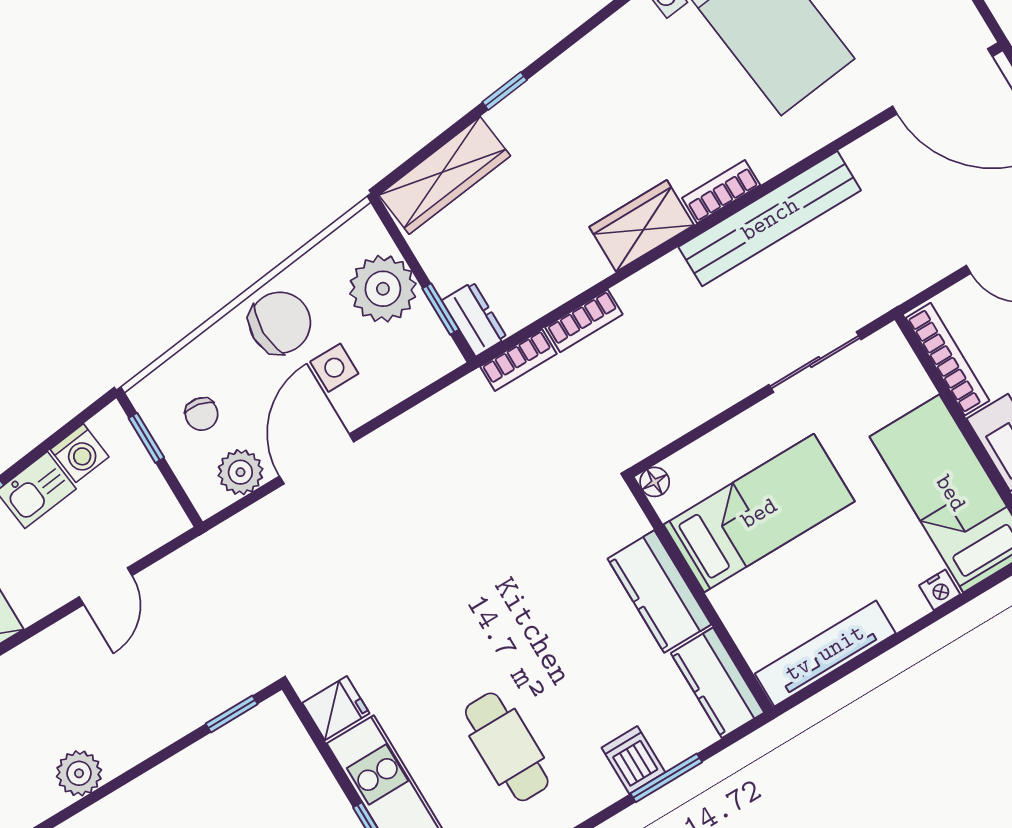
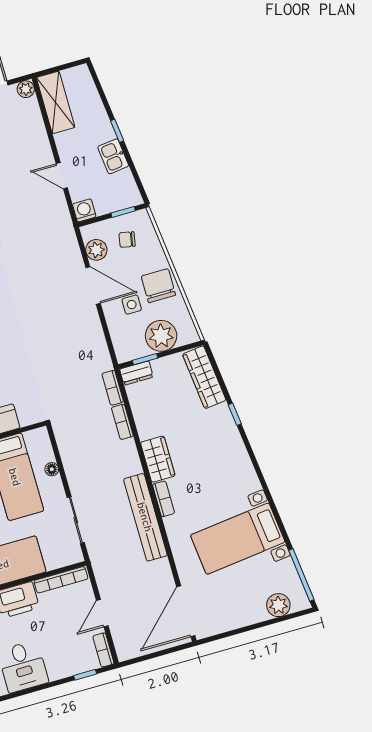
chair: (280, 323) -> (158, 286), turned 180
washing machine: (80, 453) -> (84, 210), moved, turned 97
floor lamp: (655, 482) -> (52, 469), moved

